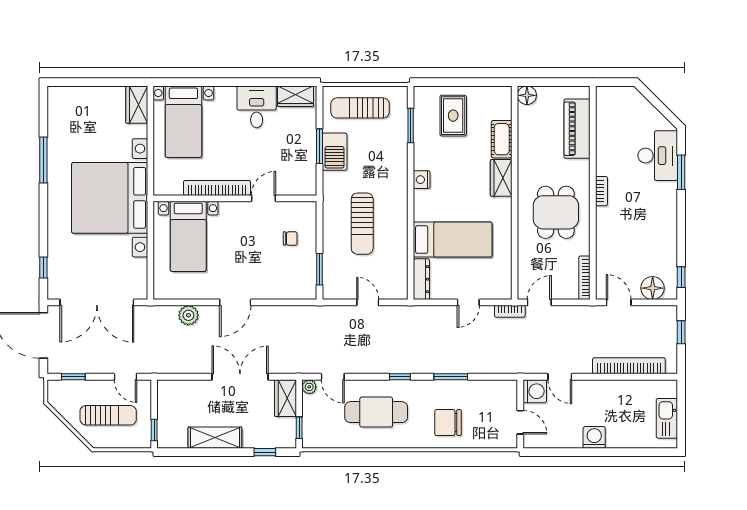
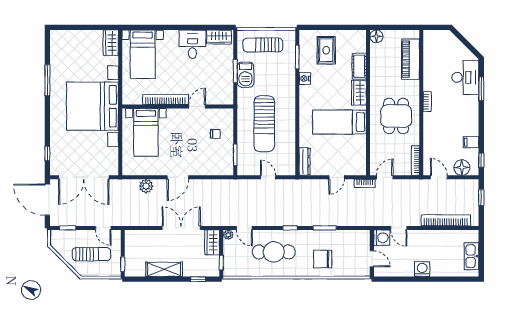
nightstand: (422, 180) -> (305, 78), moved
sun lounger: (362, 224) -> (264, 124), width x1.36, depth x1.34
bed: (453, 240) -> (339, 122), moved, turned 180
filing cabinet: (666, 251) -> (471, 142), added

